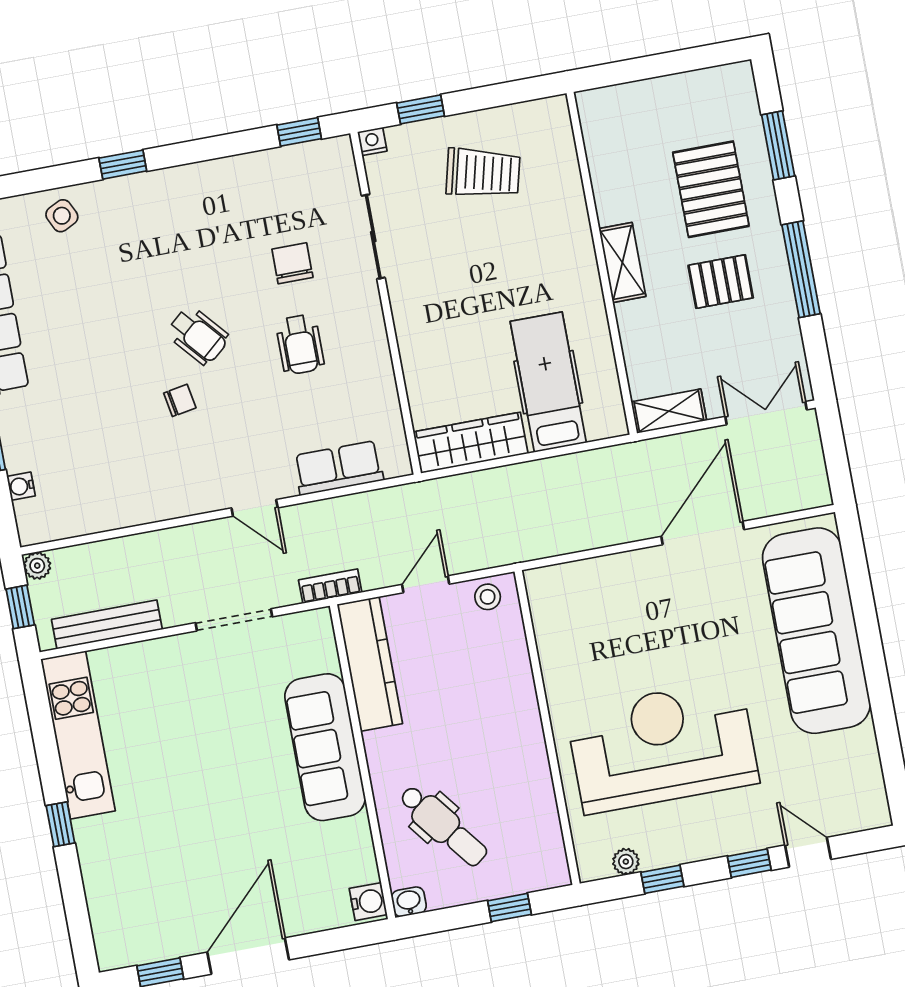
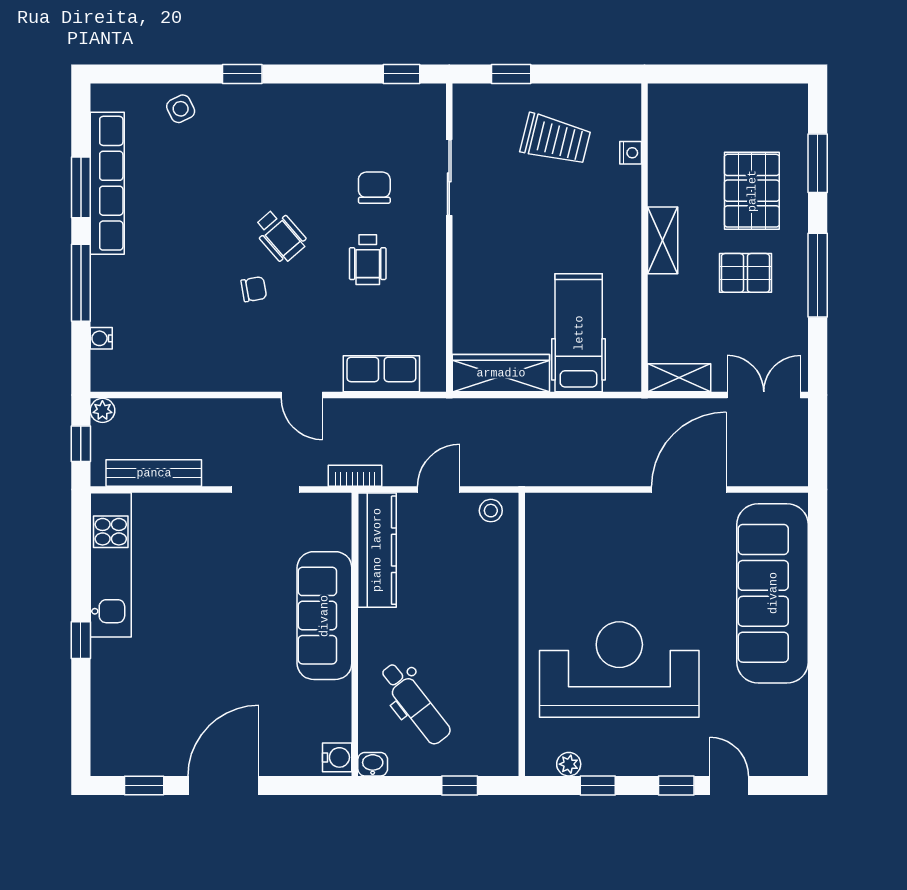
nightstand: (372, 141) -> (631, 153), moved, turned 90

